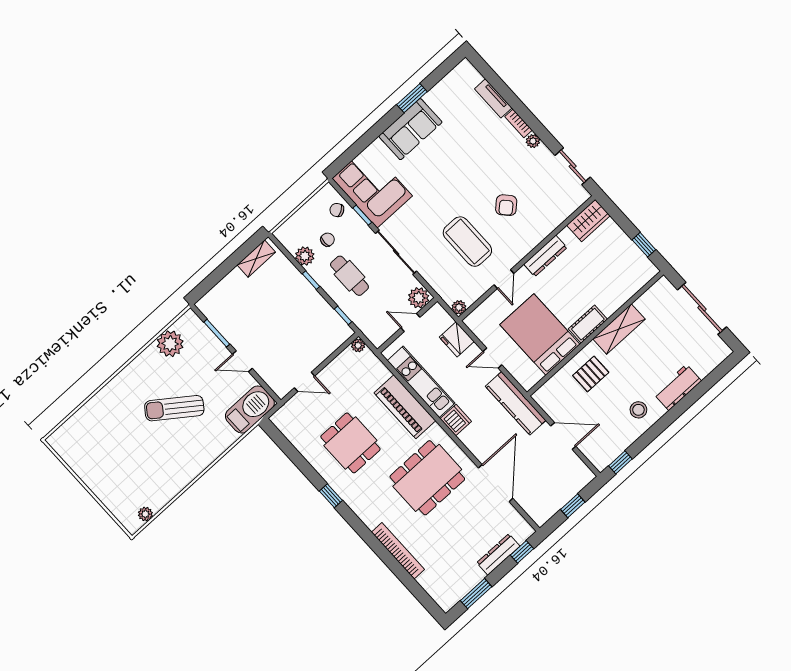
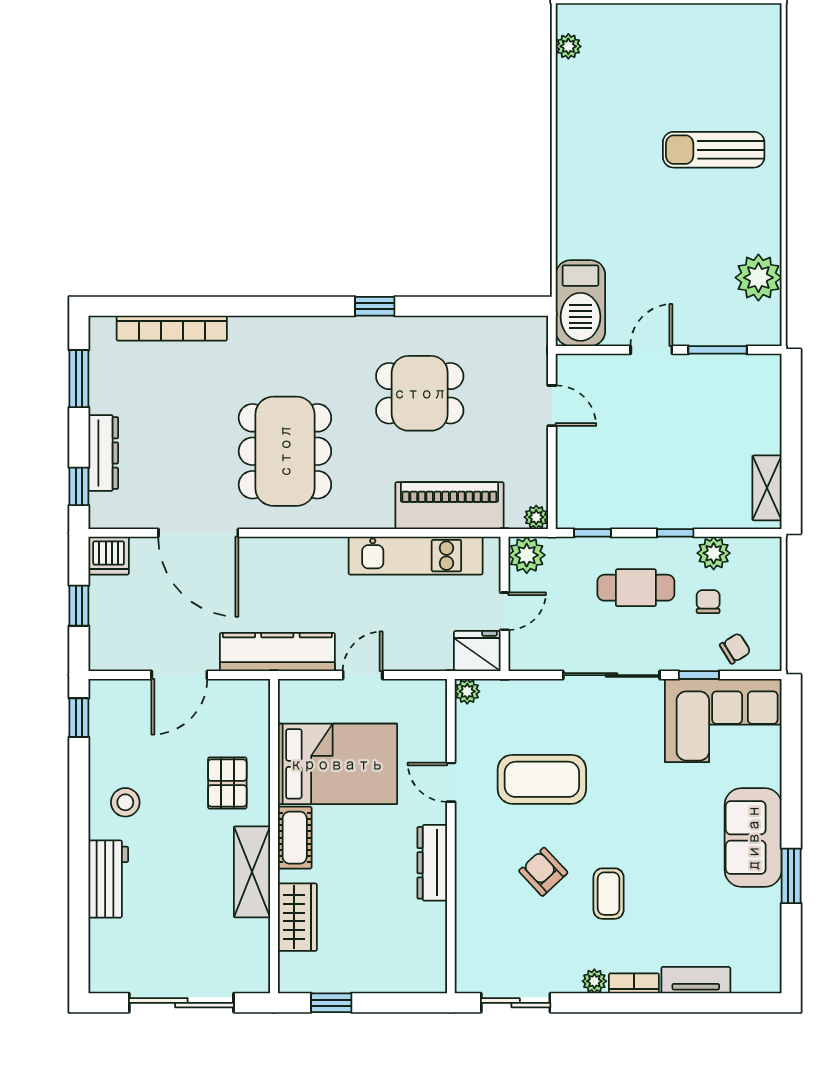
coffee table: (490, 169) -> (609, 894), added
wardrobe: (588, 220) -> (297, 917), moved, turned 180
chair: (327, 240) -> (708, 602), turned 180
plant: (419, 298) -> (527, 555), moved
fridge: (457, 339) -> (477, 651), moved
door: (305, 382) -> (552, 406), swing flipped
piano: (405, 407) -> (449, 506), moved
sun lounger: (174, 408) -> (714, 150), moved, turned -126
dishwasher: (456, 420) -> (109, 556), moved
bookcase: (398, 551) -> (172, 328), moved

